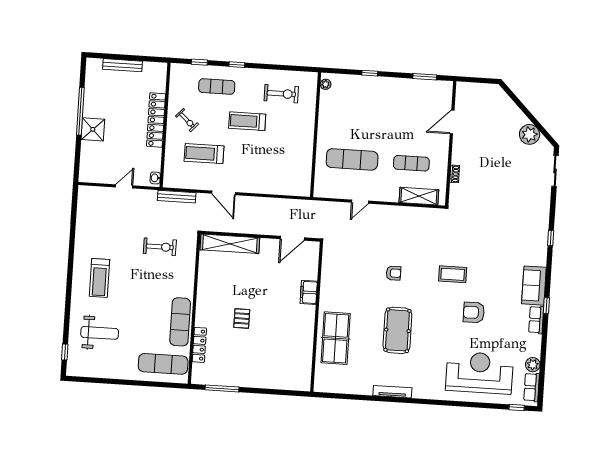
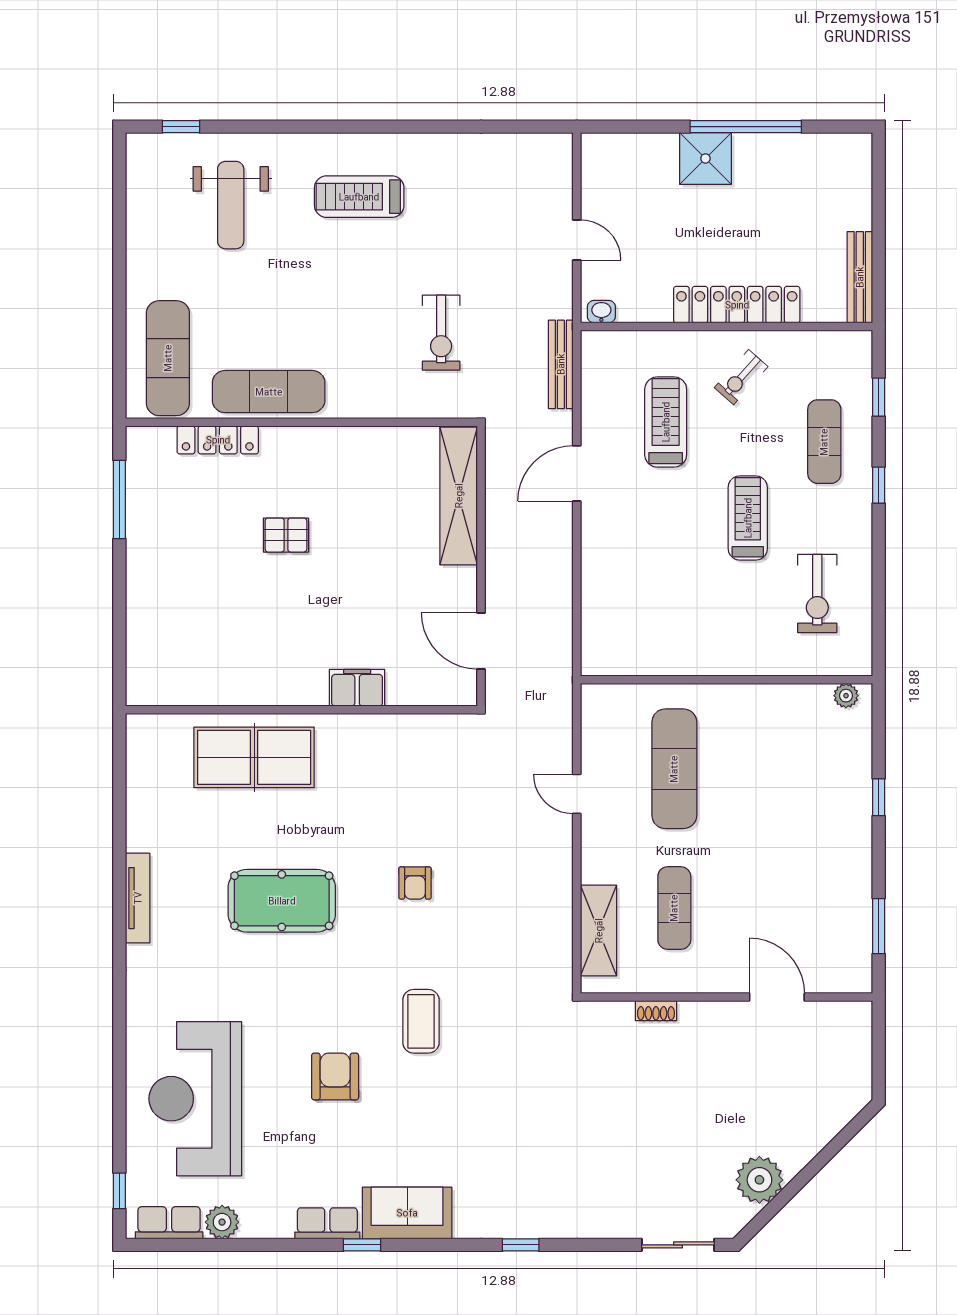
bench: (122, 65) -> (860, 277), moved
reception desk: (479, 373) -> (195, 1099), turned 180

